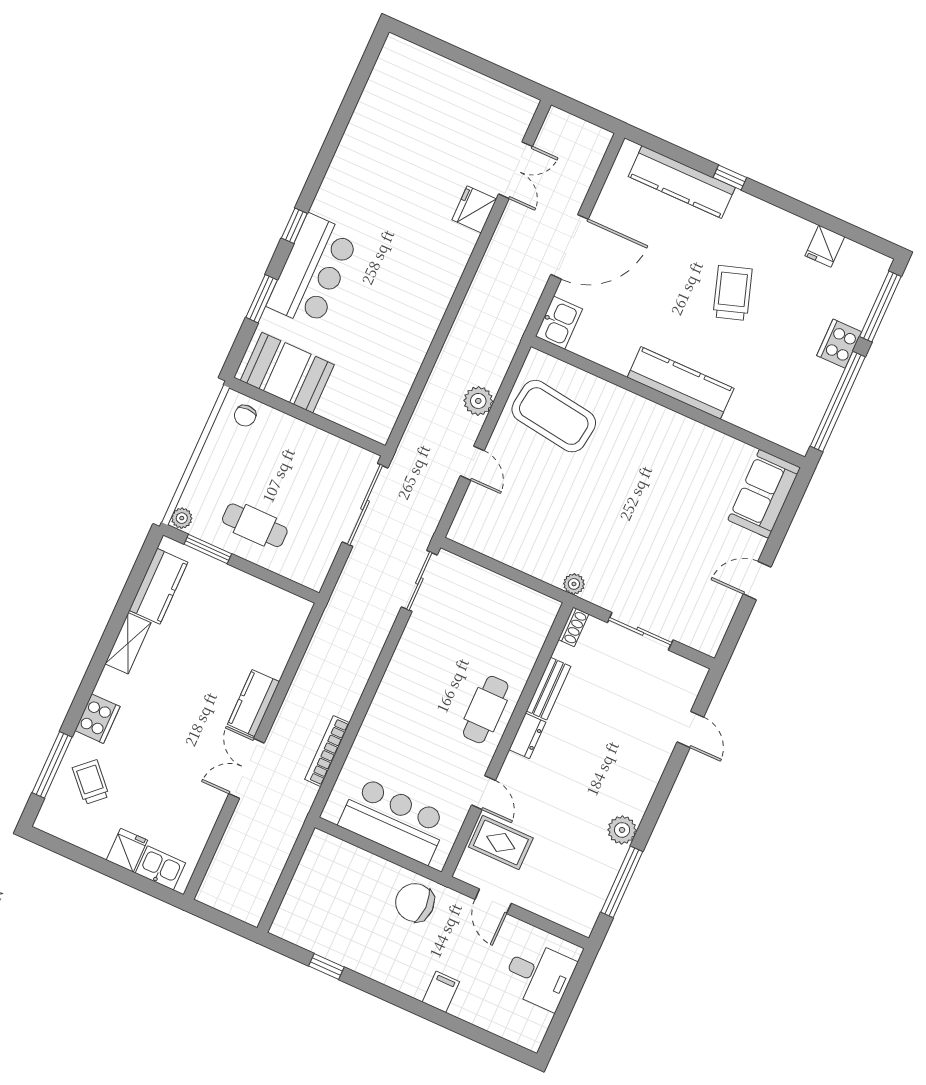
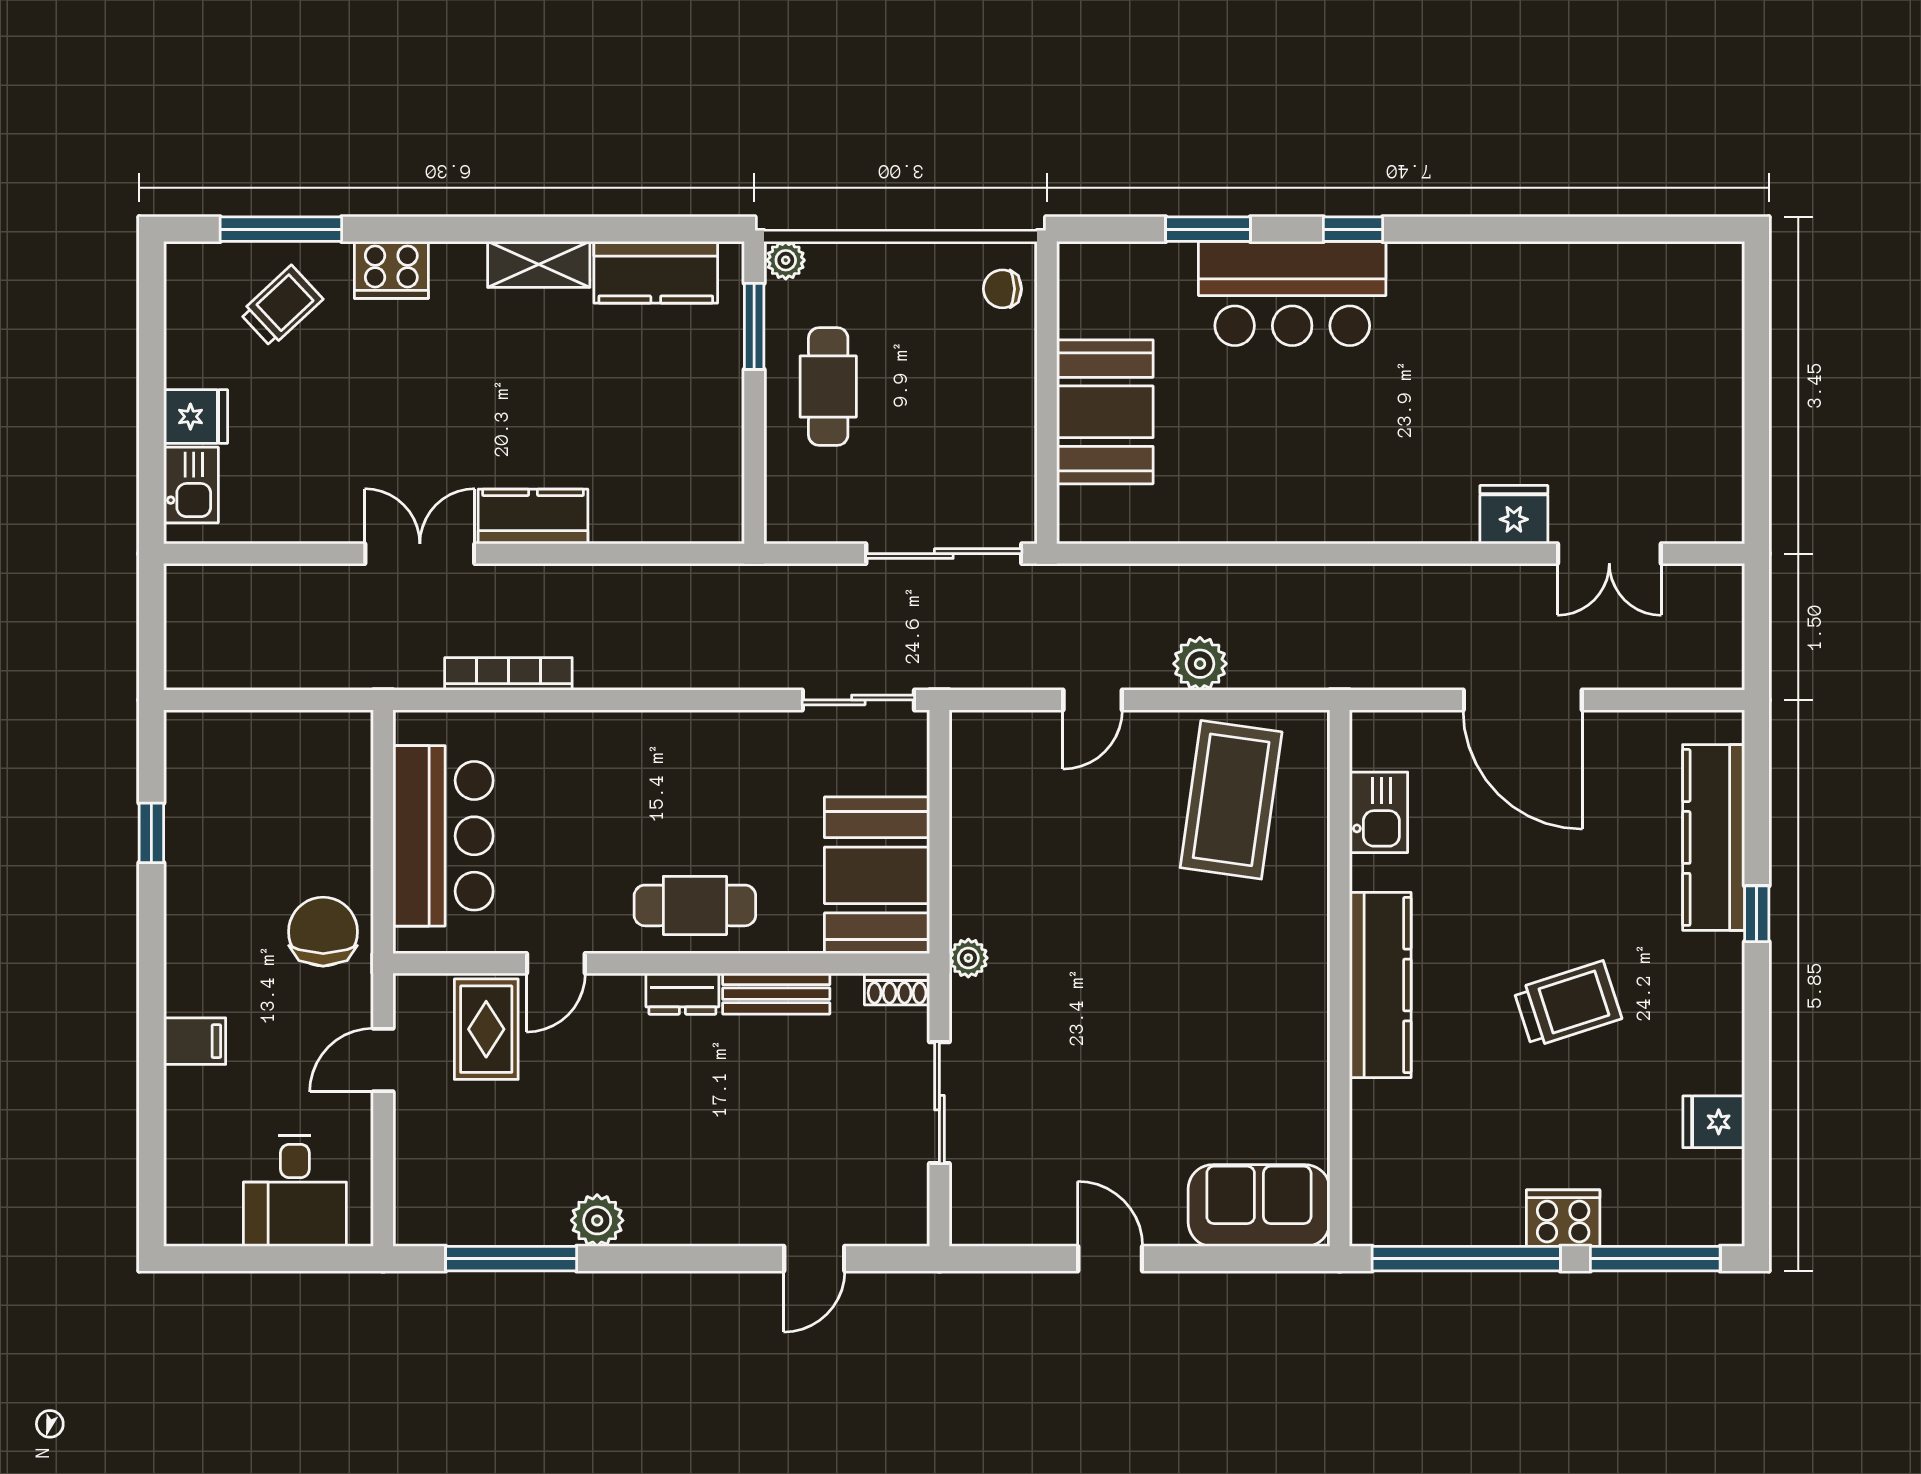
kitchen sink: (559, 323) -> (1378, 812), moved, turned -90
booth: (287, 373) -> (1105, 412), moved
booth: (512, 611) -> (877, 875), added

